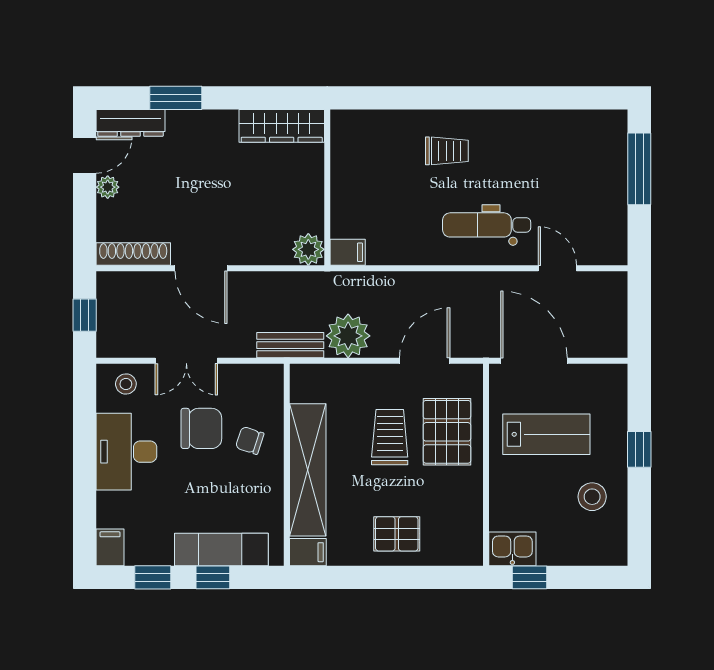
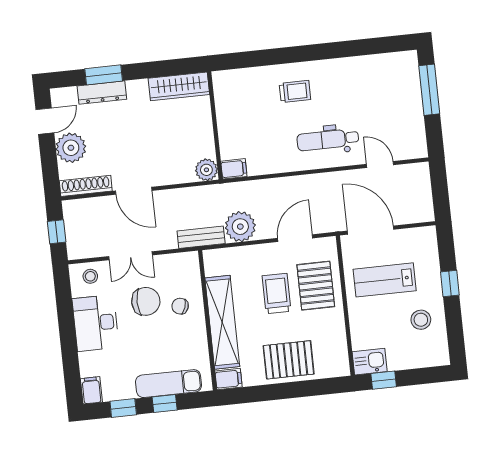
dresser: (131, 123) -> (102, 93), moved
plant: (108, 187) -> (71, 148), width x1.88, depth x1.88
lab bench: (546, 434) -> (385, 280), turned 180
pallet: (397, 534) -> (289, 360), width x1.50, depth x1.42

